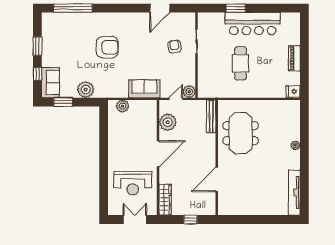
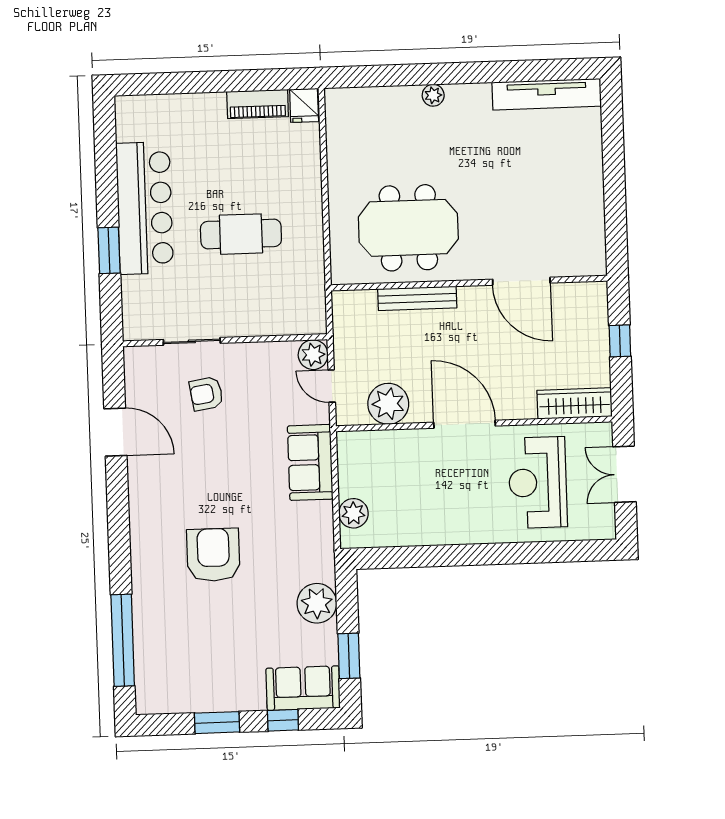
piano: (294, 58) -> (258, 104), moved
bench: (211, 116) -> (417, 298), moved
reception desk: (133, 183) -> (538, 482), turned 180

